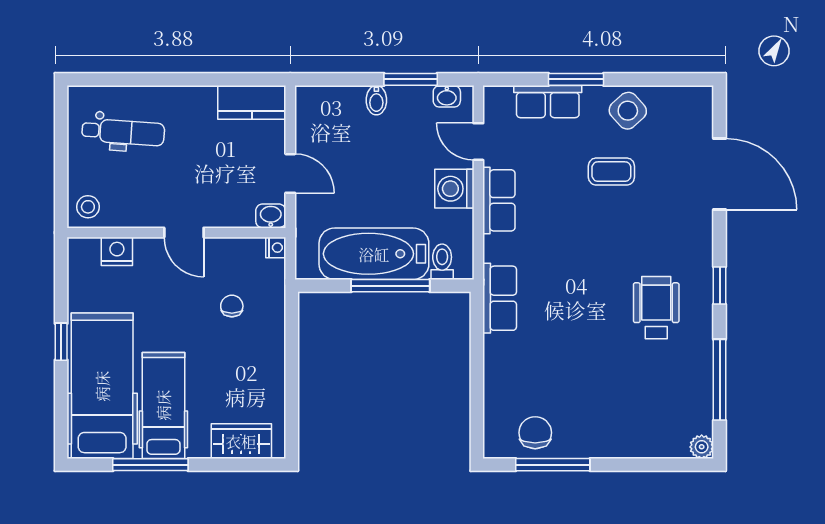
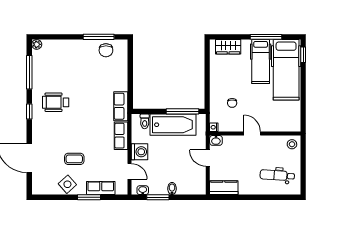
row of seats: (499, 200) -> (121, 136), moved
nightstand: (117, 251) -> (280, 126), removed
window: (390, 286) -> (182, 111), moved
wheelchair: (656, 308) -> (56, 102), turned 90
window: (61, 342) -> (303, 55), moved

